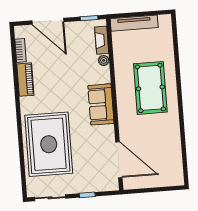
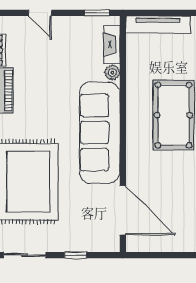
door: (48, 21) -> (40, 13), width x0.53
sofa: (101, 104) -> (100, 133), width x1.85, depth x1.27

